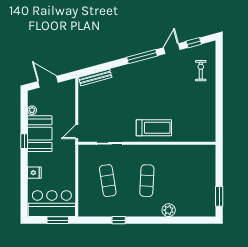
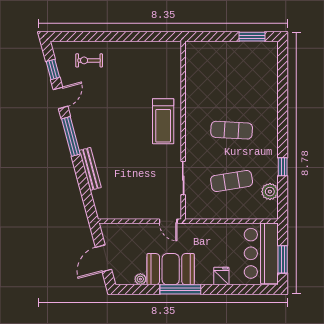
door: (172, 49) -> (61, 98), swing flipped
bench: (95, 77) -> (90, 169), moved
treadmill: (154, 128) -> (163, 121), turned 180
window: (24, 141) -> (180, 289), width x2.17
plant: (169, 210) -> (270, 192), moved
window: (58, 220) -> (283, 259), moved

